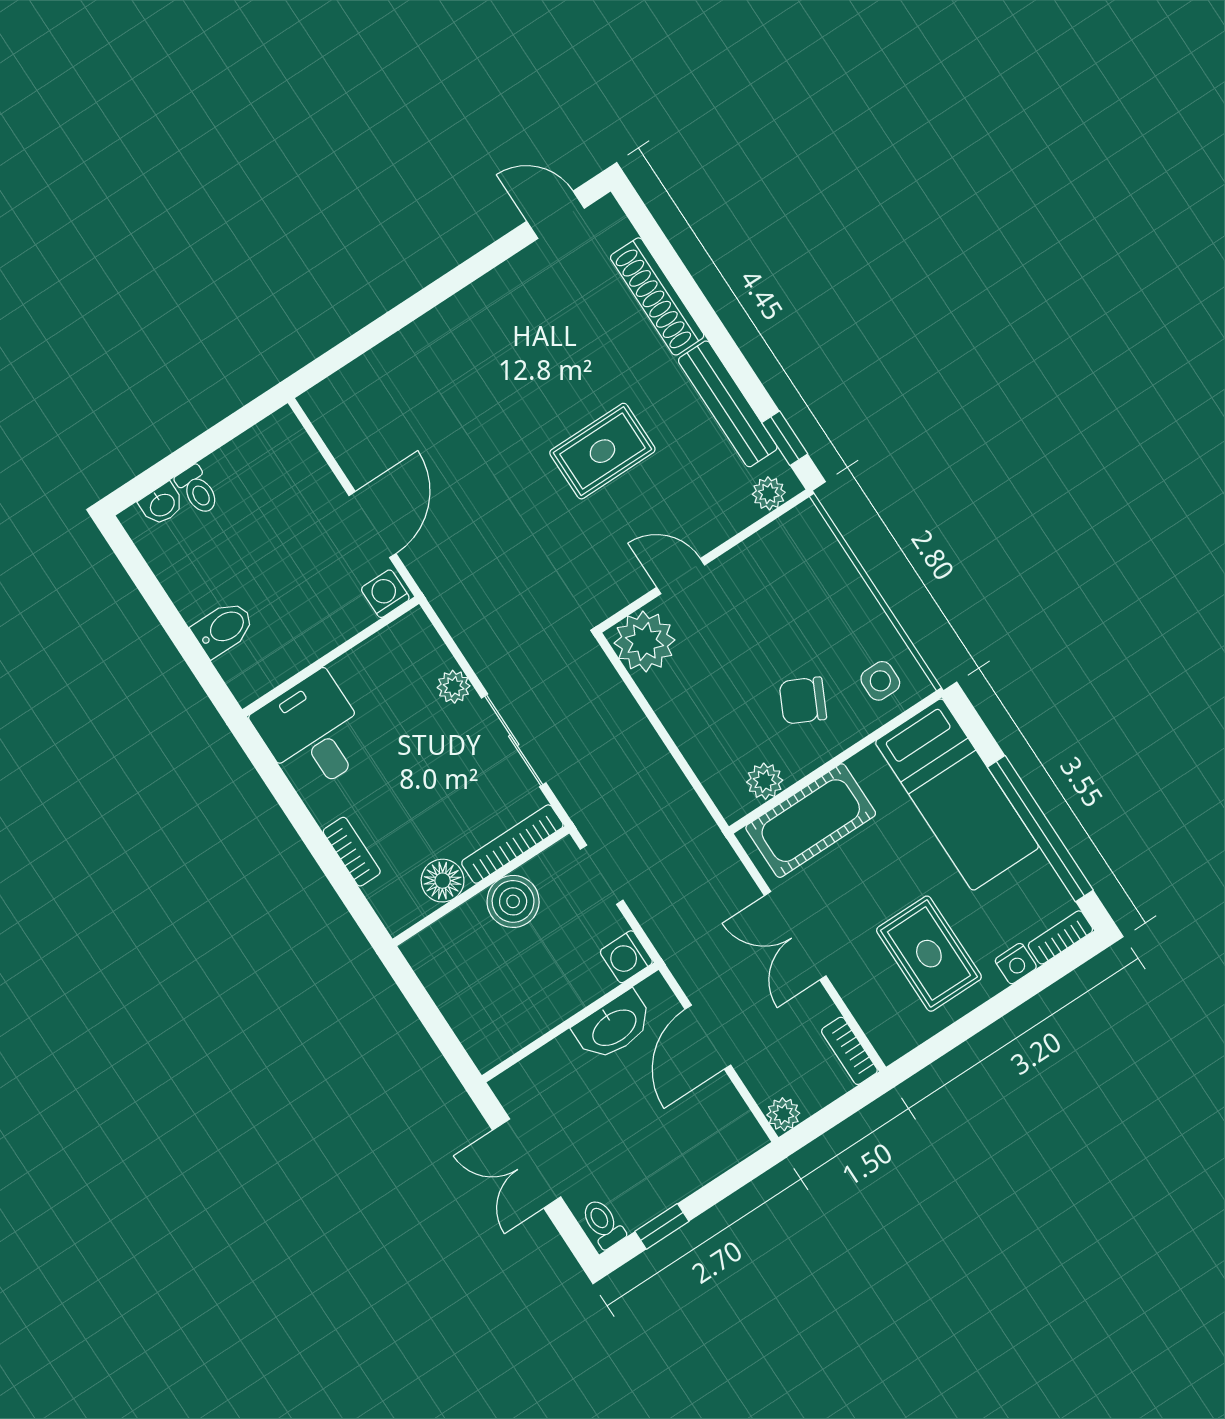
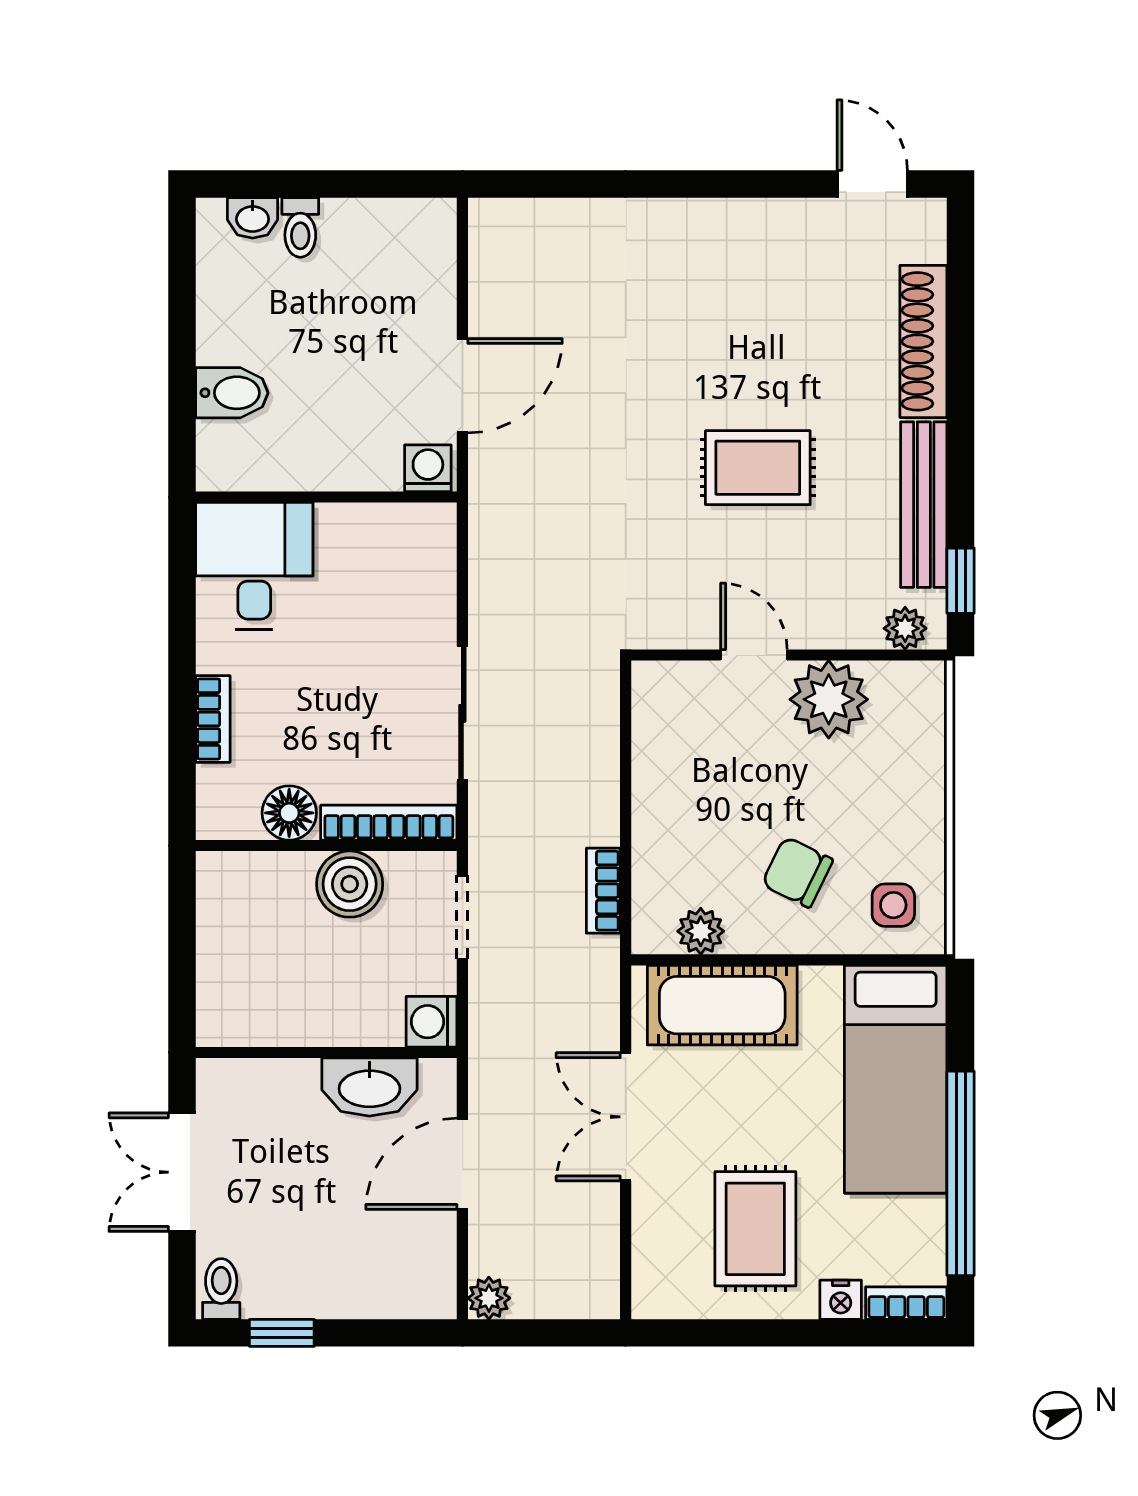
plant: (644, 642) -> (829, 699), moved
plant: (454, 687) -> (436, 615), removed
bookcase: (849, 1051) -> (603, 891), moved

